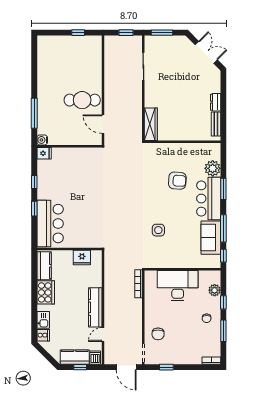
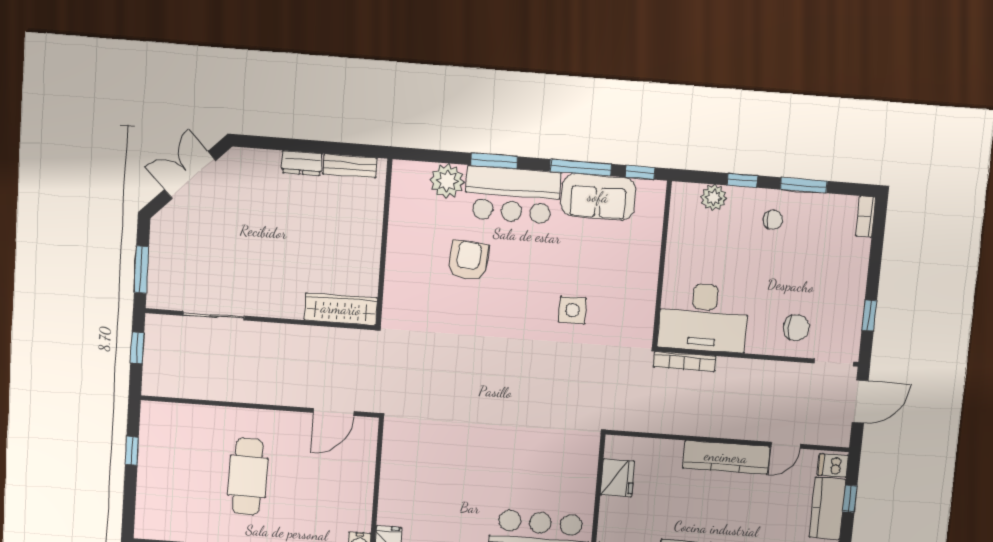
cafe table: (82, 100) -> (248, 477), moved
desk: (178, 286) -> (704, 317), moved, turned -90
door: (103, 334) -> (786, 445), hinge flipped

